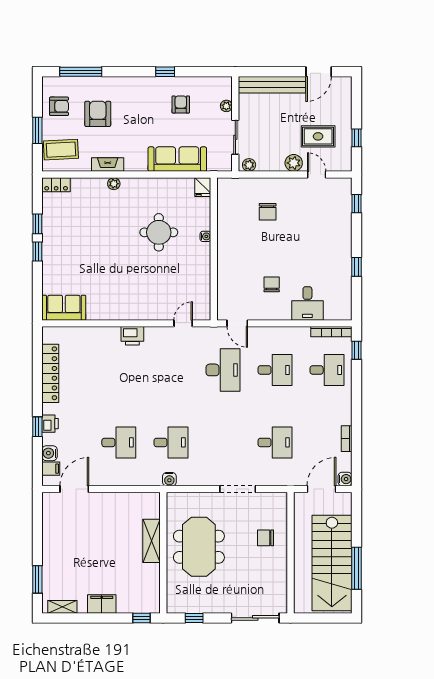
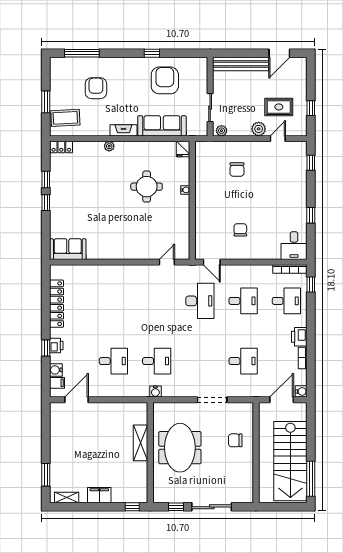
armchair: (181, 104) -> (165, 80), width x1.88, depth x1.88
armchair: (59, 106) -> (64, 82), removed
plant: (226, 106) -> (203, 82), removed
fireplace: (108, 165) -> (123, 130), moved
door: (317, 175) -> (278, 139), hinge flipped
desk: (307, 303) -> (294, 246), moved
printer: (132, 336) -> (299, 337), moved, turned 90
window: (356, 568) -> (311, 479), moved
sliding door: (255, 618) -> (212, 507), moved

